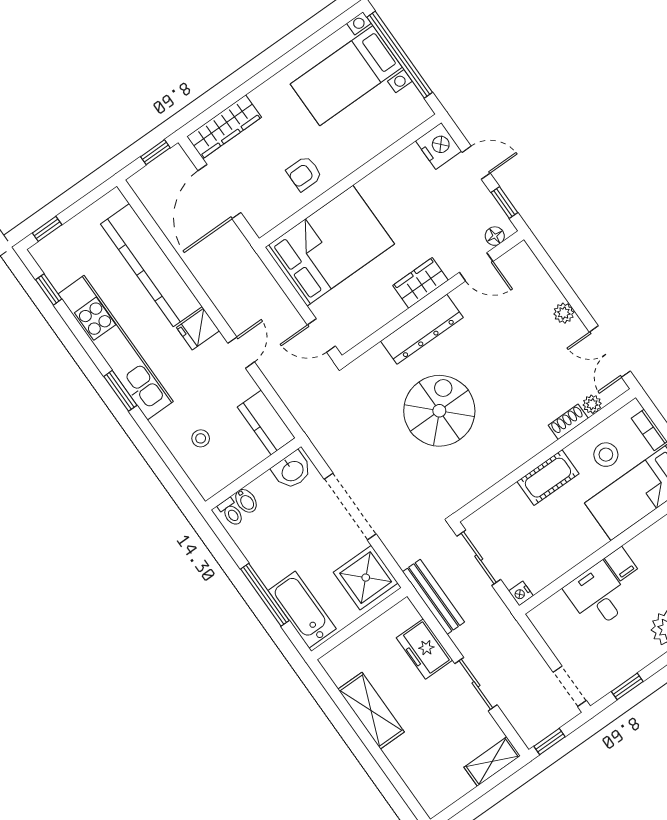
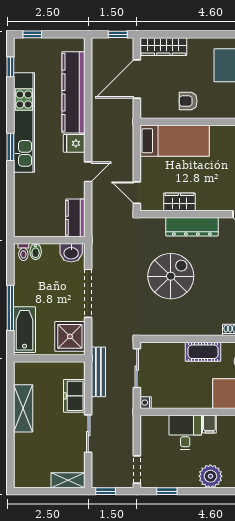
bed: (330, 246) -> (175, 141), width x0.67
wardrobe: (420, 283) -> (179, 202), moved
stool: (201, 438) -> (35, 202), removed

